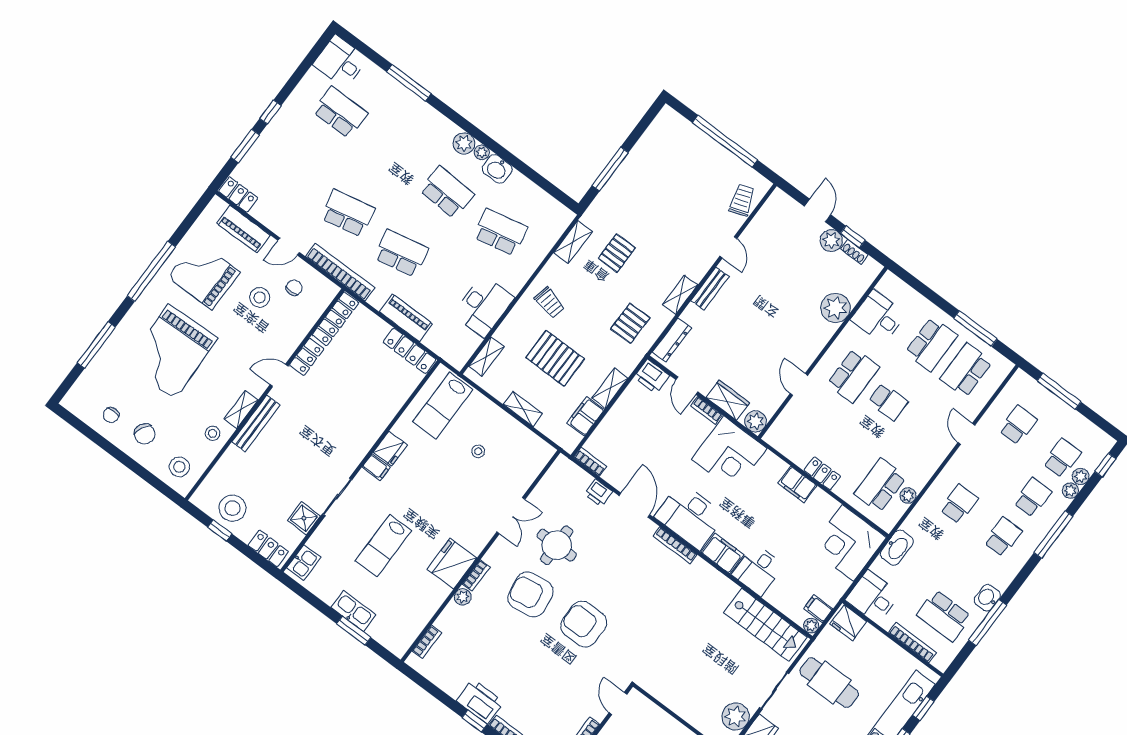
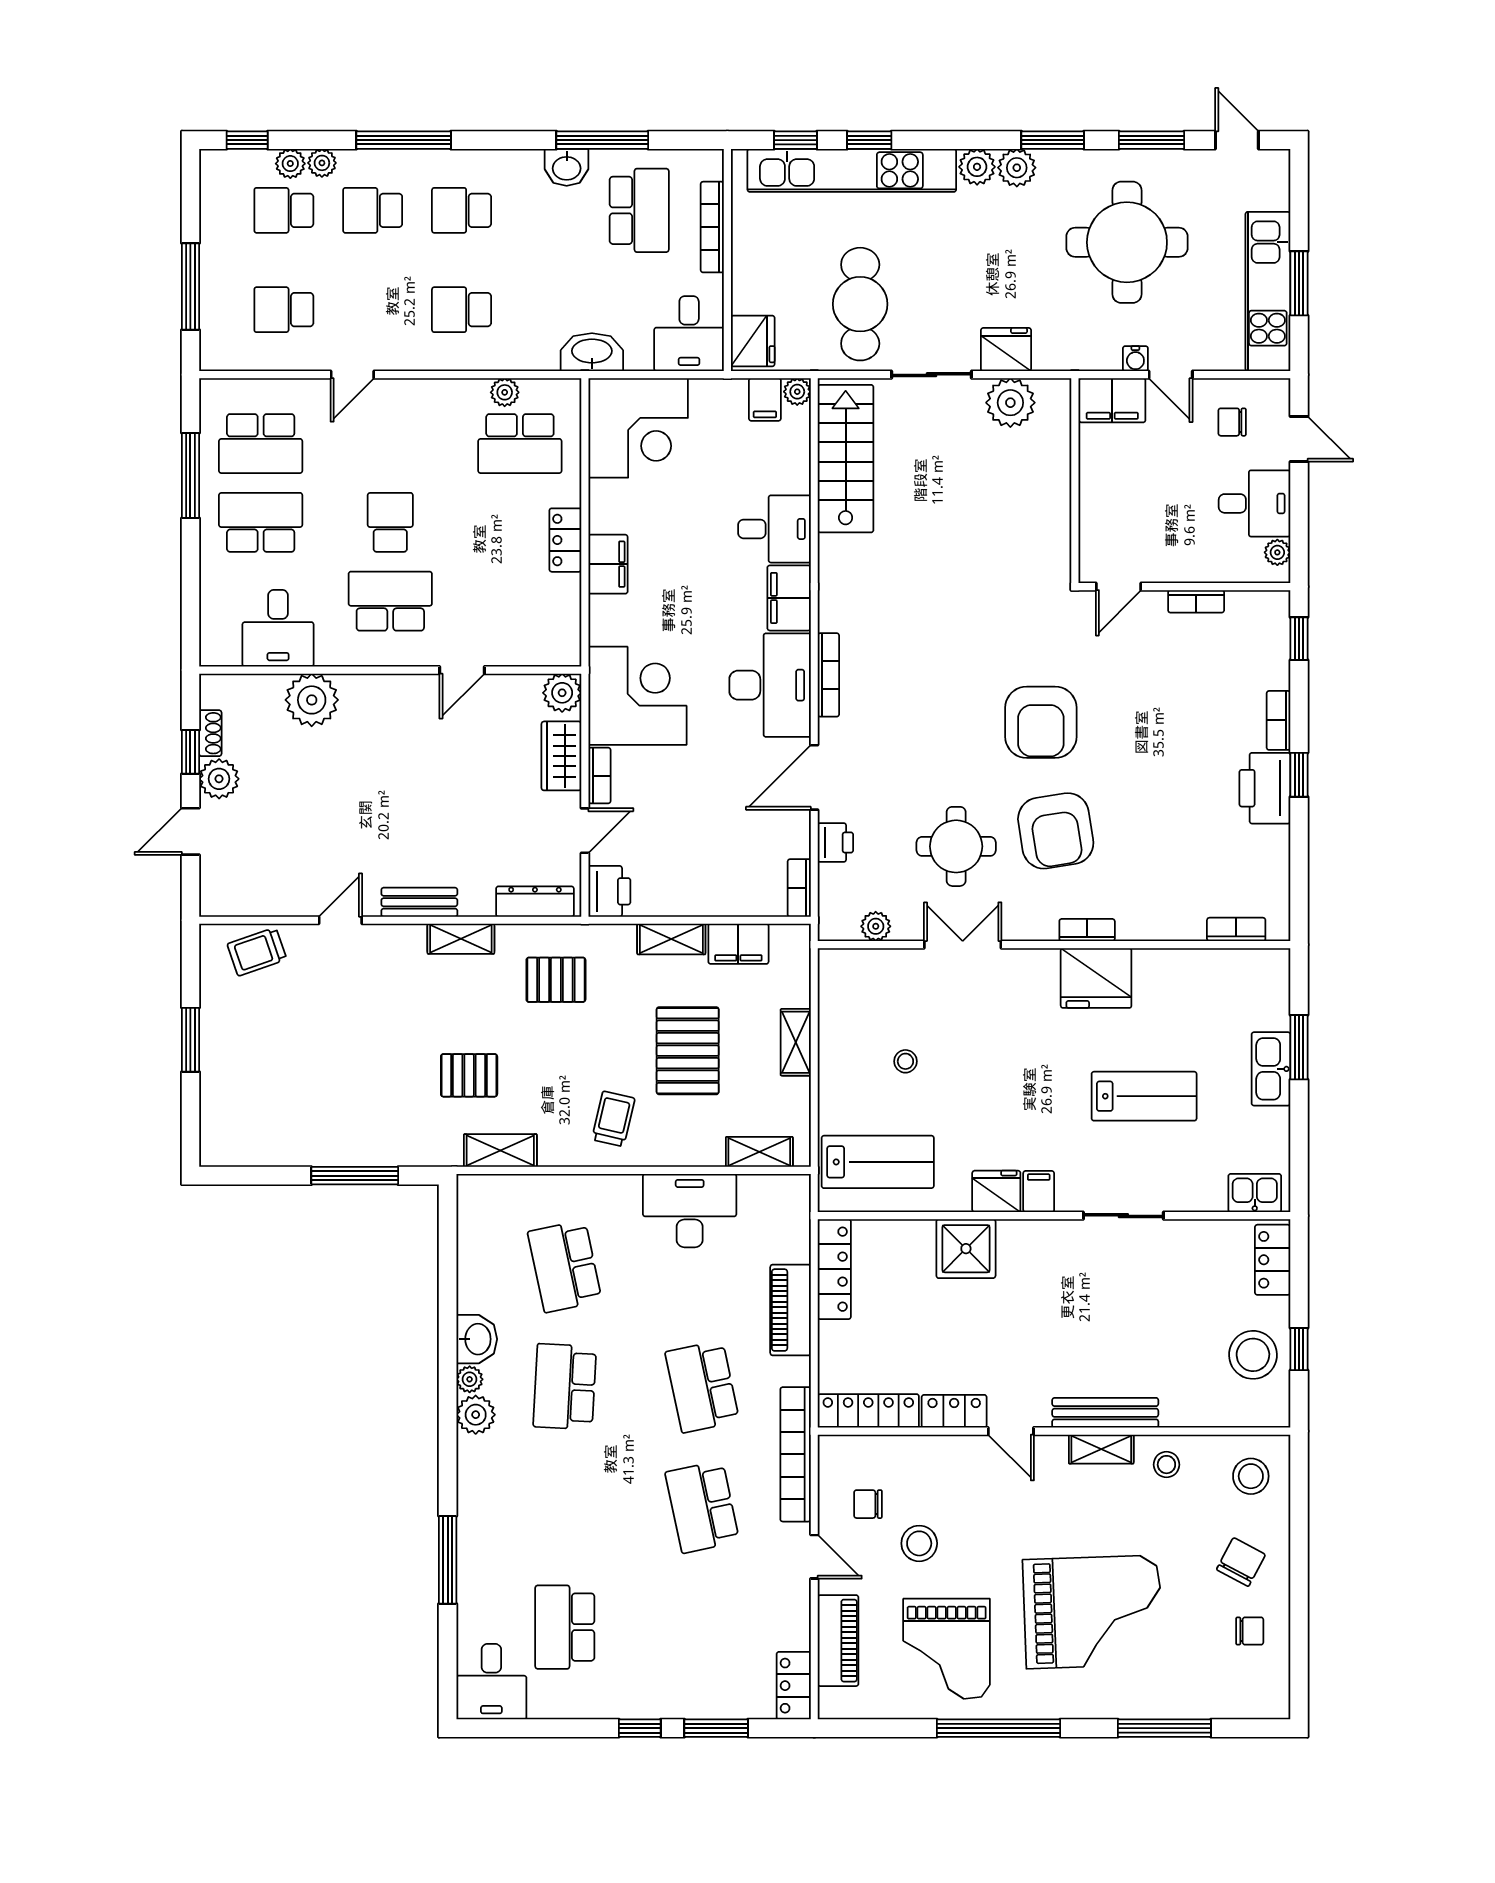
window: (725, 141) -> (190, 1040), width x0.47
shower: (304, 518) -> (966, 1249), moved, width x1.36, depth x1.36
plant: (463, 597) -> (876, 926), moved

